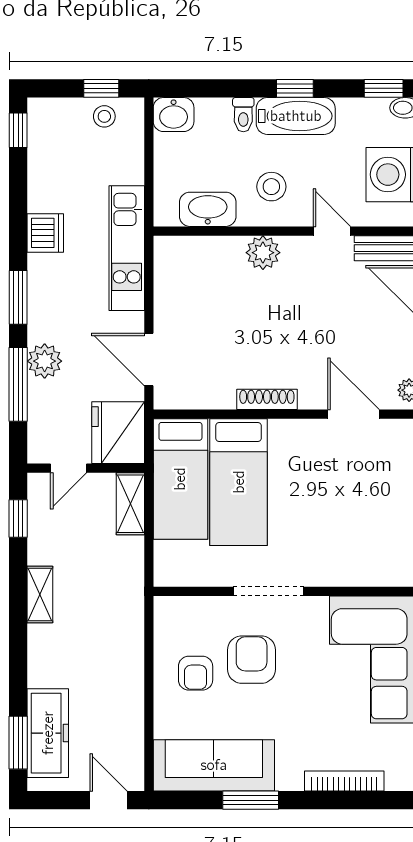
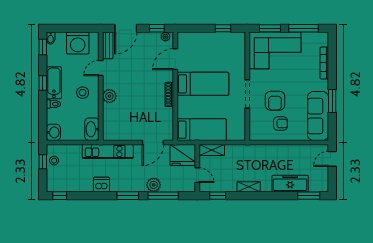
washbasin: (208, 209) -> (92, 129), moved
bed: (239, 482) -> (203, 84), moved
armchair: (252, 660) -> (275, 101), turned -90
freezer: (48, 733) -> (290, 184), moved

